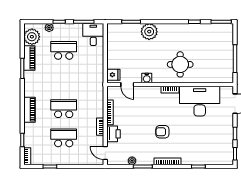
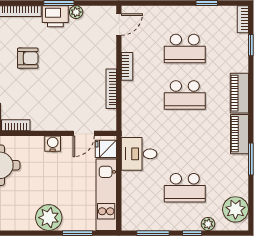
desk: (93, 34) -> (139, 154), moved, turned 90
kitchen unit: (113, 46) -> (106, 195), added
piano: (29, 58) -> (239, 134), moved
door: (127, 85) -> (84, 133), swing flipped
printer: (113, 134) -> (55, 16), moved, turned -90
door: (105, 153) -> (119, 24), hinge flipped

